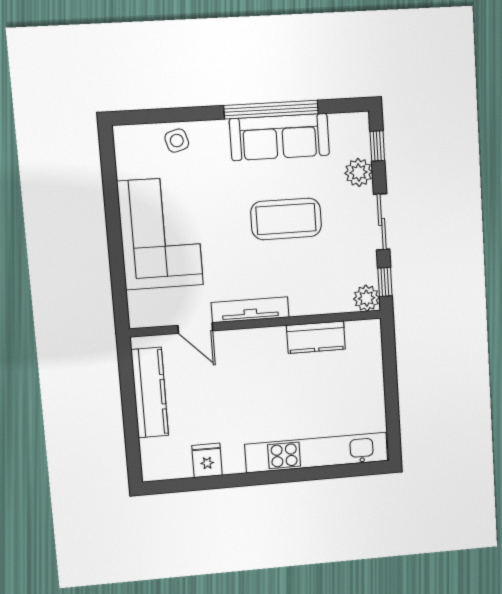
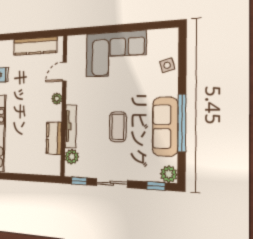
plant: (359, 172) -> (169, 174), moved
coffee table: (286, 219) -> (118, 127), width x0.73, depth x0.76
plant: (367, 298) -> (72, 157), moved
tv unit: (250, 310) -> (71, 126), moved
plant: (245, 338) -> (57, 99), added

